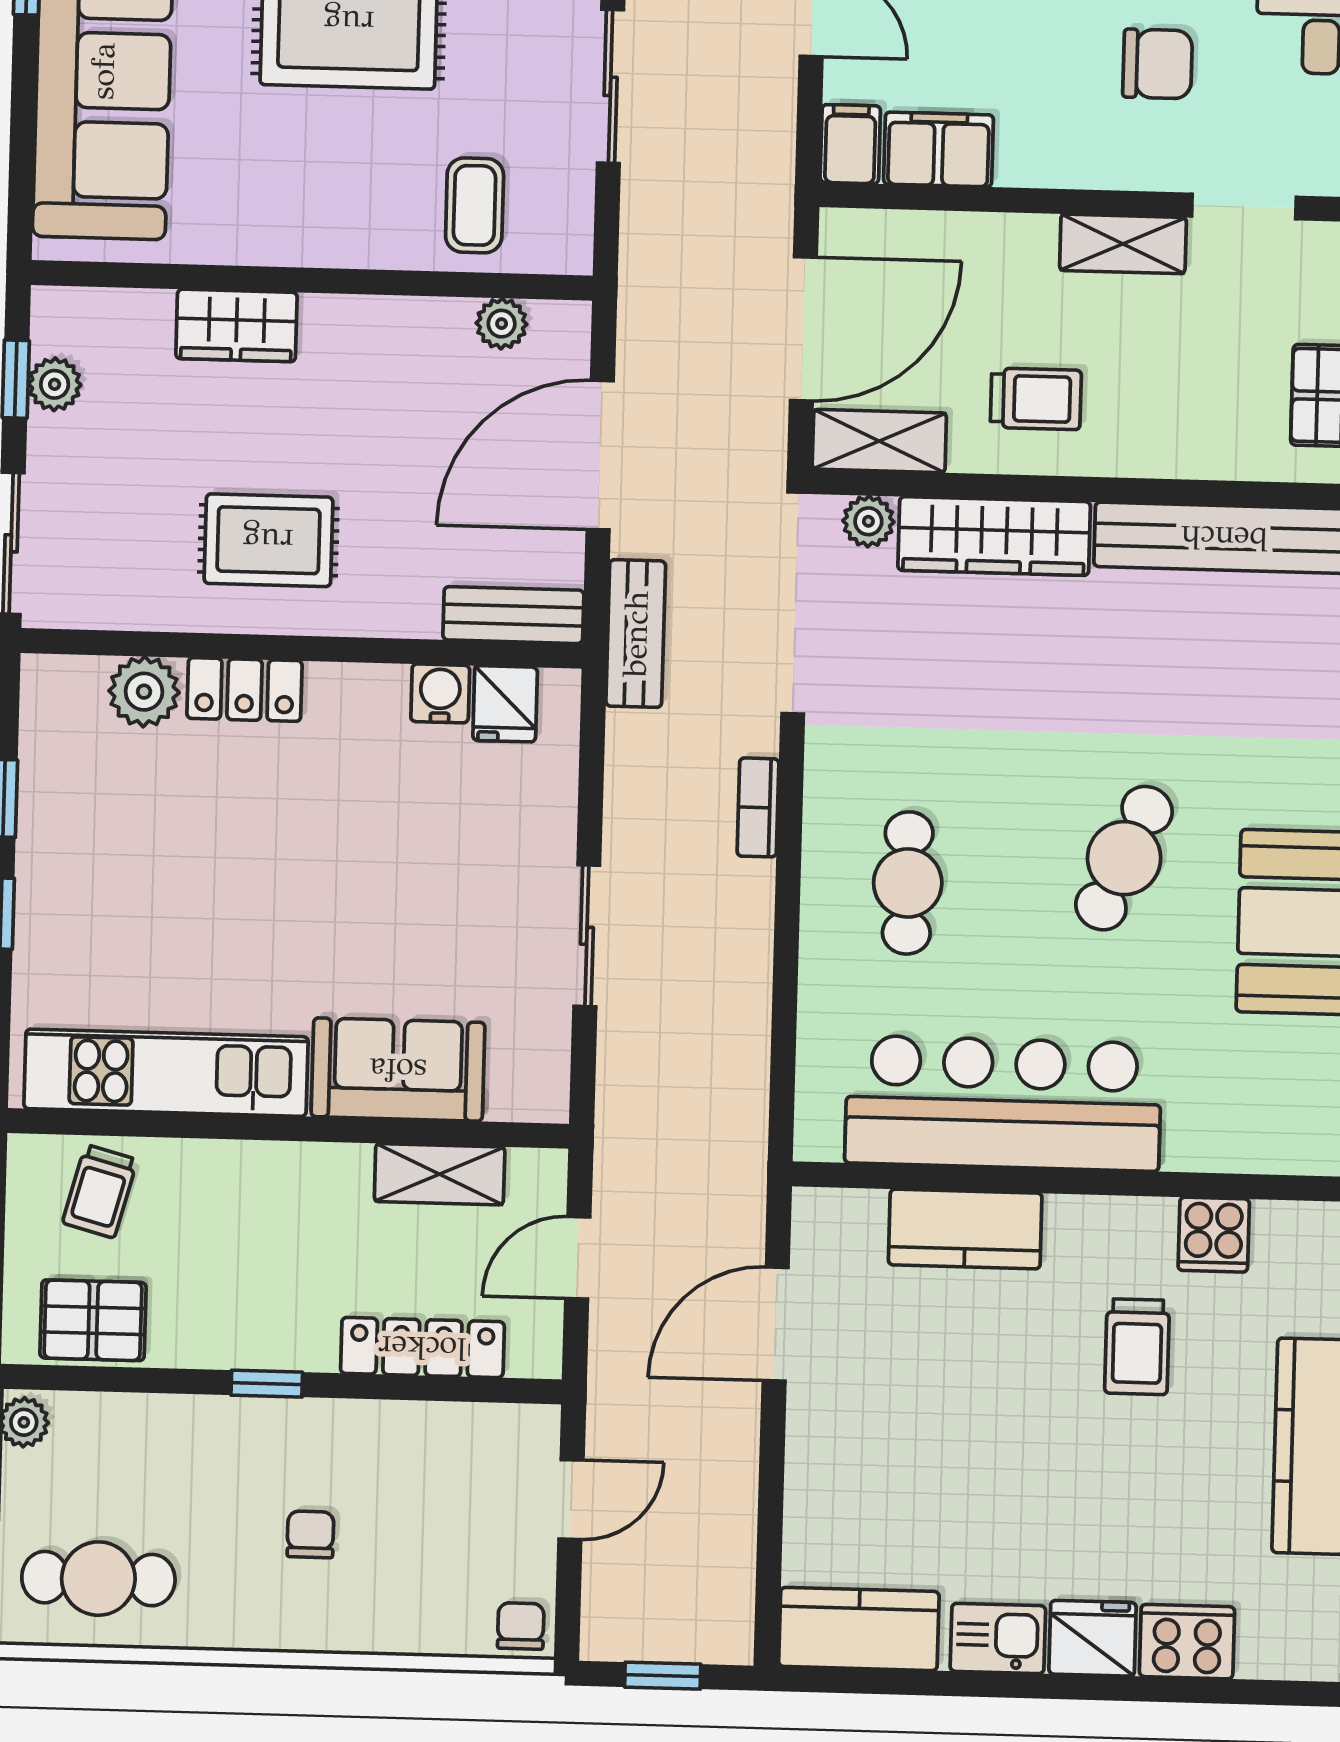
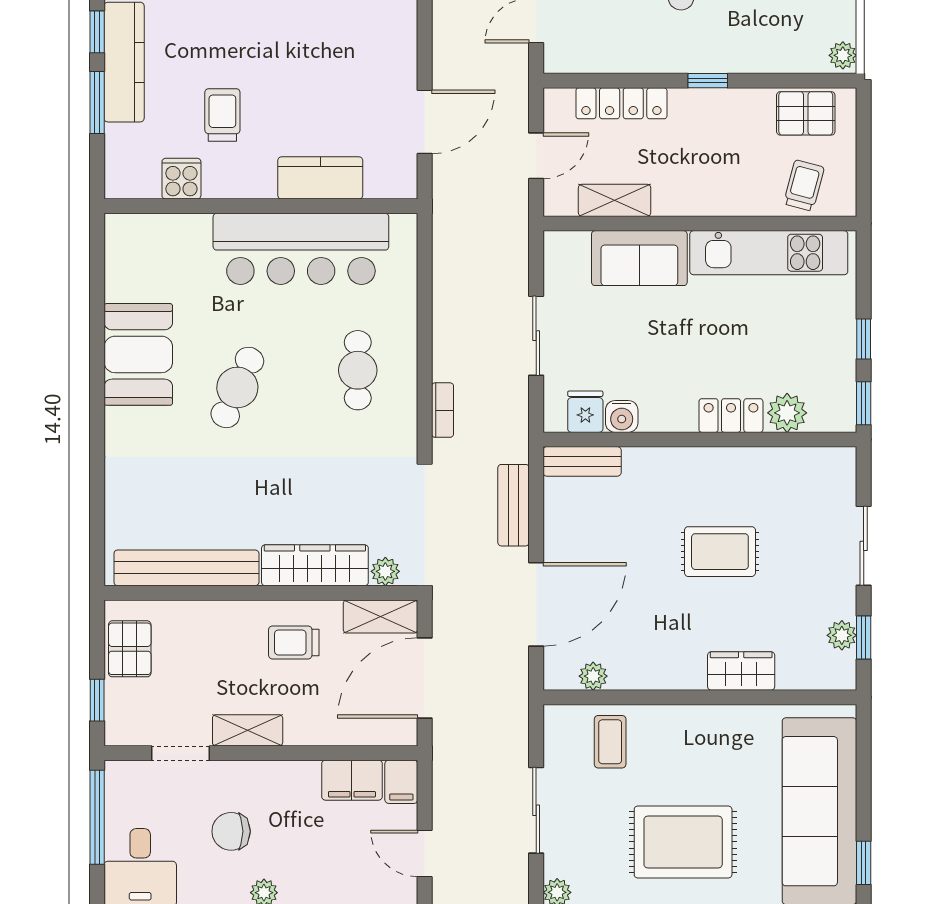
bench: (513, 615) -> (582, 461), moved
wall: (302, 648) -> (700, 440), moved
locker: (245, 690) -> (731, 416), moved
plant: (144, 692) -> (787, 413), moved
water cooler: (440, 693) -> (622, 416), moved
fridge: (505, 704) -> (585, 412), moved

